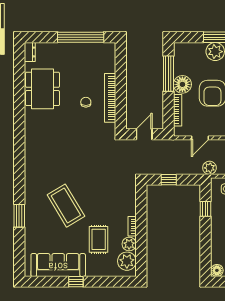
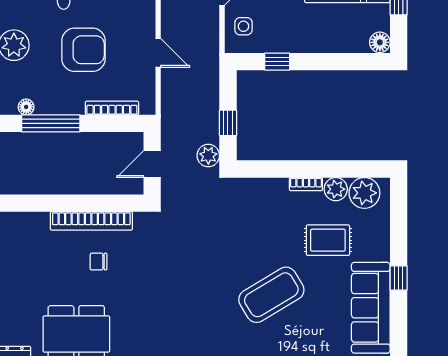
floor lamp: (182, 84) -> (26, 107), moved, width x0.53, depth x0.53
door: (144, 134) -> (152, 164), hinge flipped
door: (200, 138) -> (158, 53), moved
plant: (209, 168) -> (208, 156), moved

